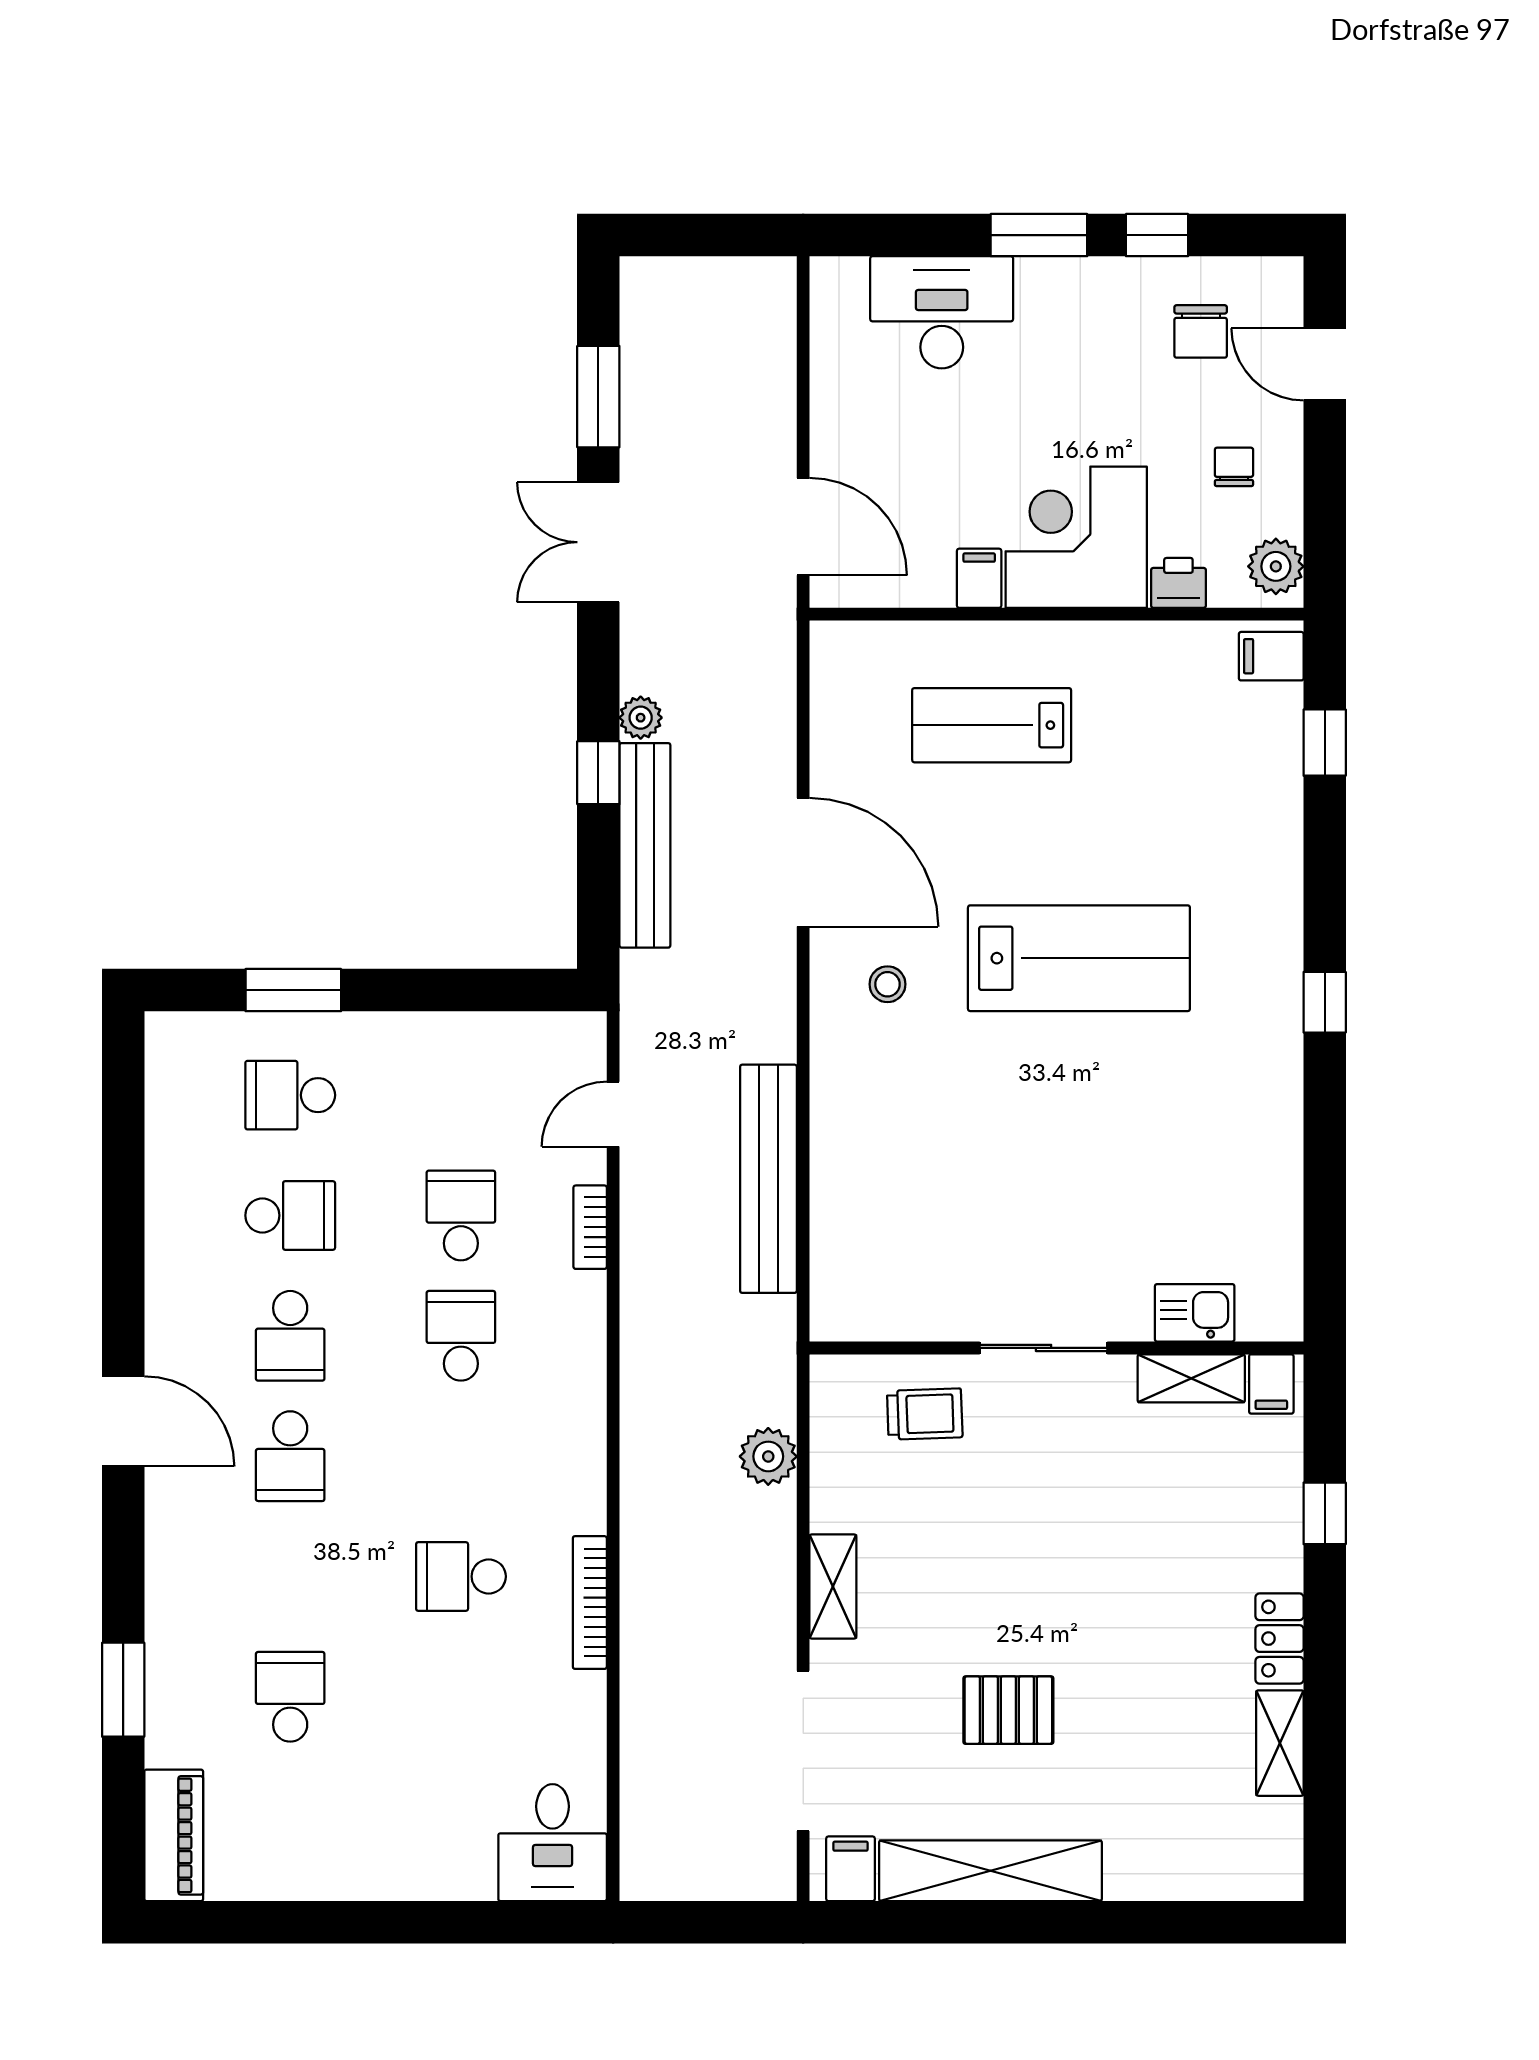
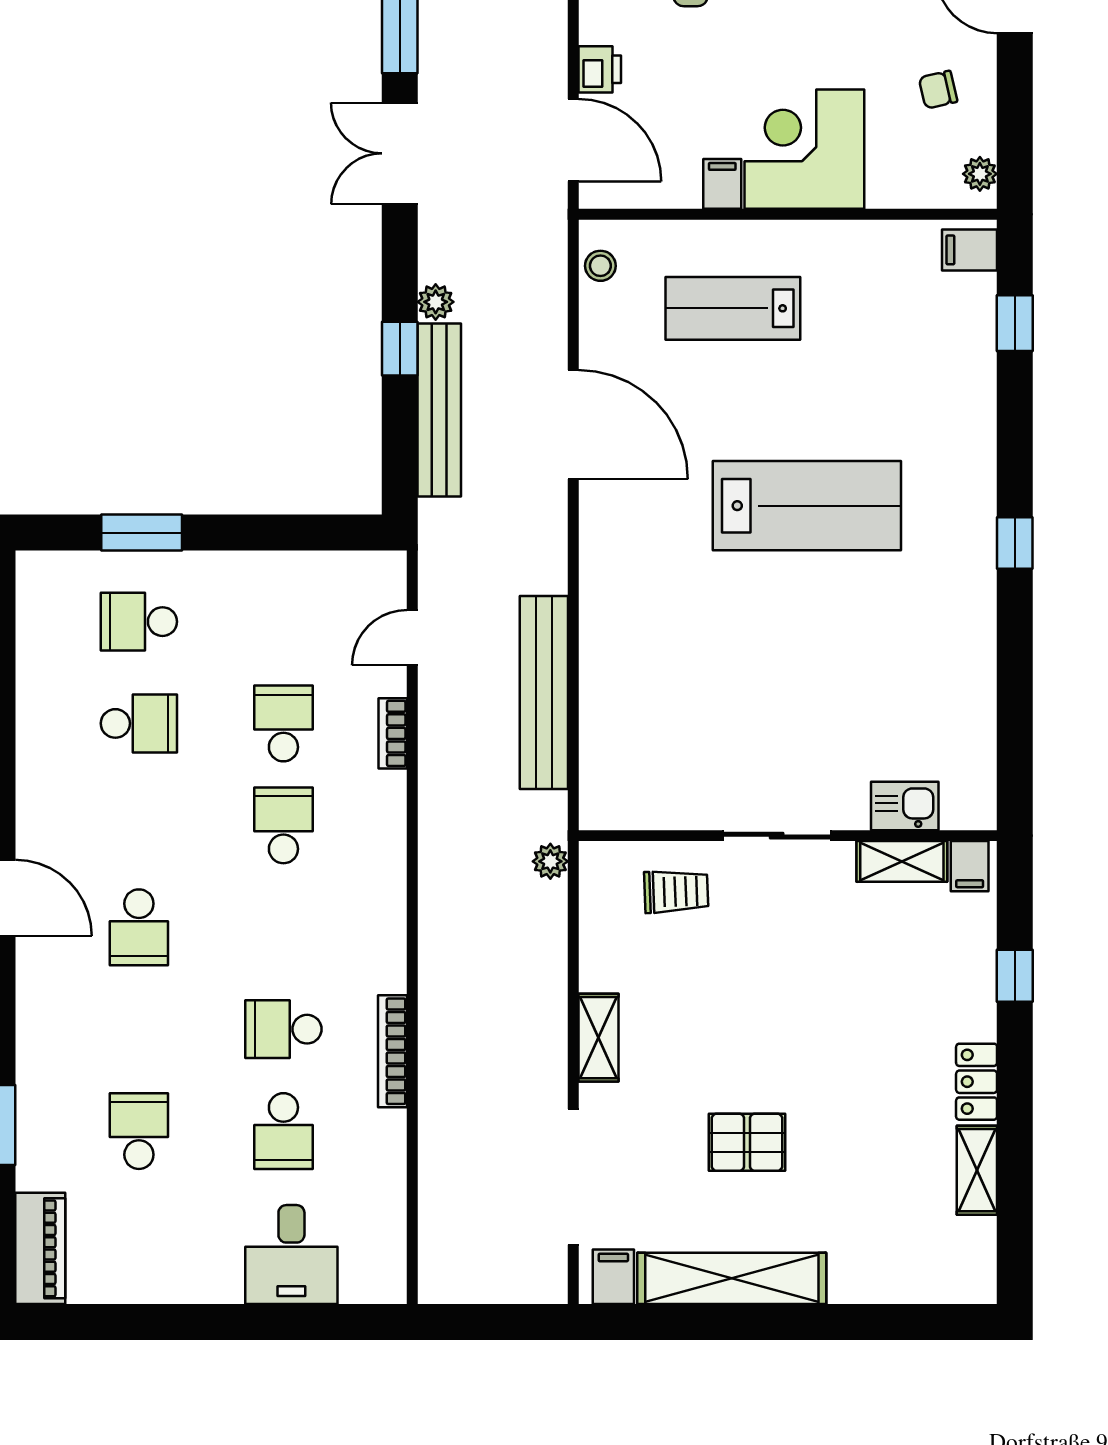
chair: (1234, 467) -> (938, 90), turned -103
plant: (1276, 566) -> (980, 174), width x0.73, depth x0.73
printer: (1178, 583) -> (600, 69), moved, turned 90
stool: (887, 984) -> (600, 266), moved
school desk: (290, 1336) -> (283, 1131), moved
plant: (768, 1456) -> (550, 861), moved, width x0.73, depth x0.73
desk: (553, 1843) -> (291, 1255), moved

